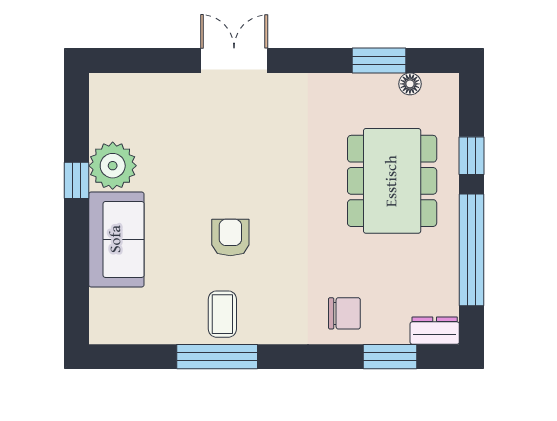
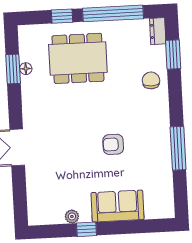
floor lamp: (410, 84) -> (26, 69), moved
plant: (113, 166) -> (72, 216), width x0.53, depth x0.53
coffee table: (222, 314) -> (155, 147), removed

